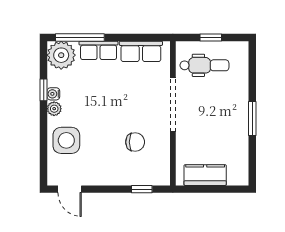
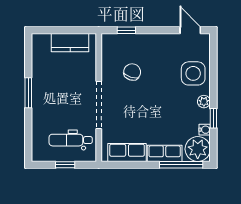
water cooler: (53, 94) -> (205, 130), moved
chair: (135, 142) -> (132, 72), turned 107

